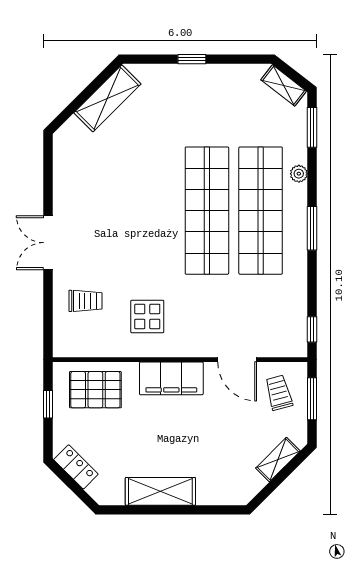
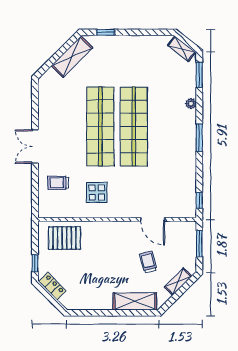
window: (192, 59) -> (106, 32), moved
shop shelf: (261, 211) -> (100, 127), moved
trolley: (85, 301) -> (58, 183), turned 180
filing cabinet: (171, 378) -> (112, 231), removed
trolley: (279, 393) -> (148, 262), moved
window: (48, 404) -> (35, 263), moved
shelving: (160, 491) -> (135, 301), moved

